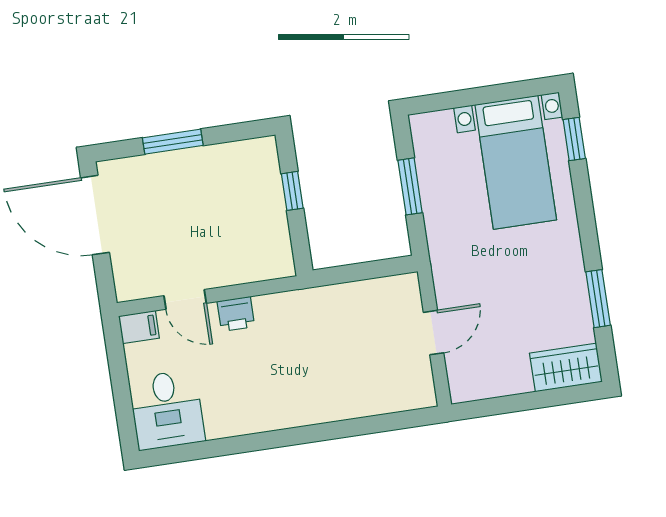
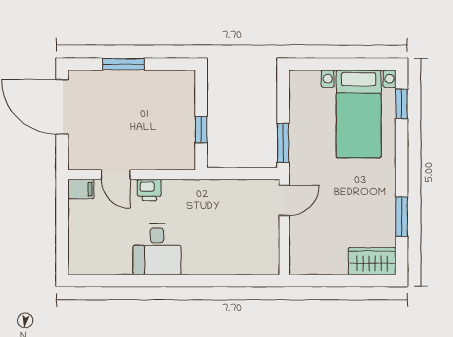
window: (410, 186) -> (283, 143), moved
window: (292, 191) -> (201, 130), moved
door: (434, 333) -> (284, 200), moved
desk: (167, 410) -> (157, 249), moved

